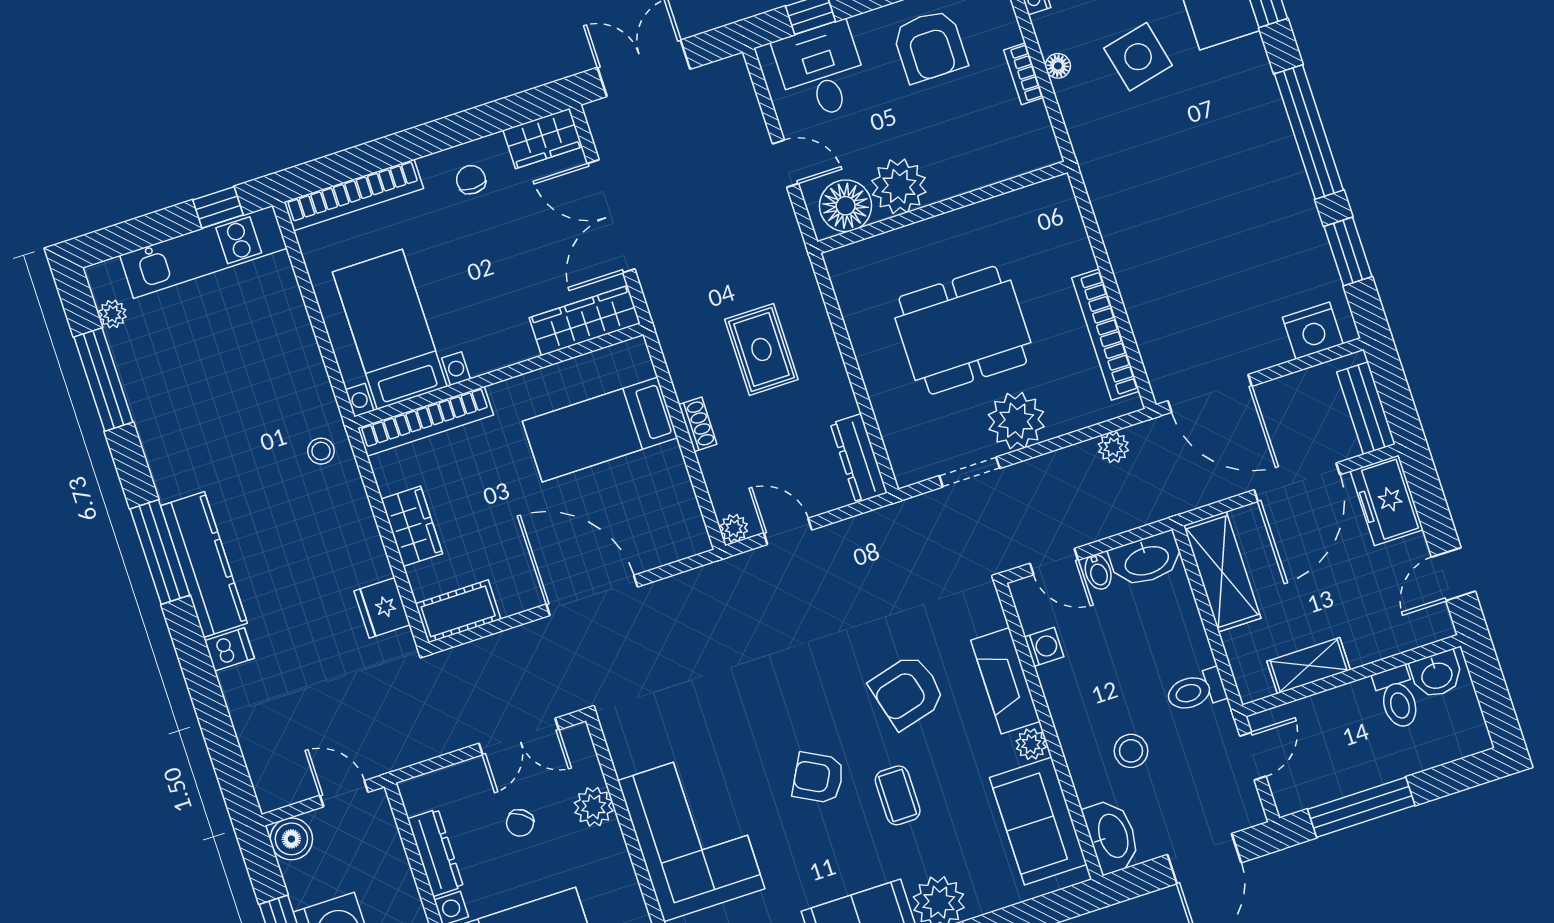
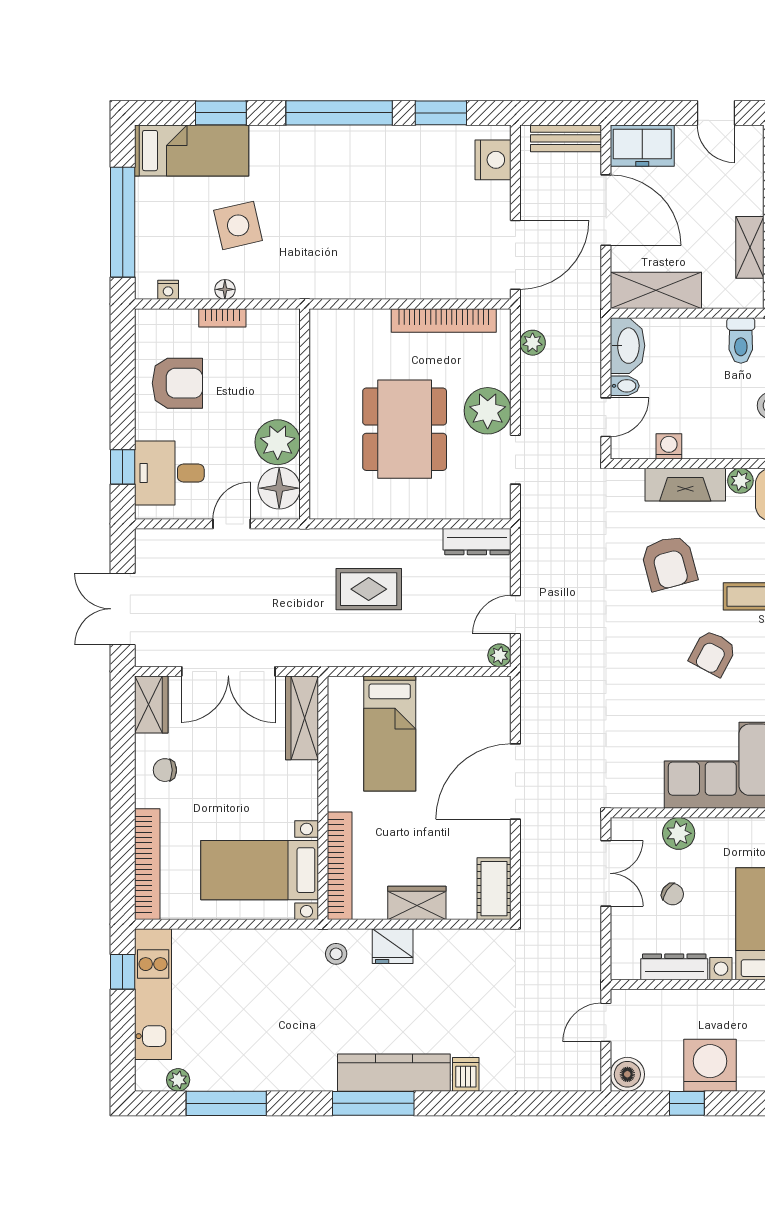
shoe rack: (698, 424) -> (410, 657), removed
fridge: (382, 608) -> (393, 946), moved

